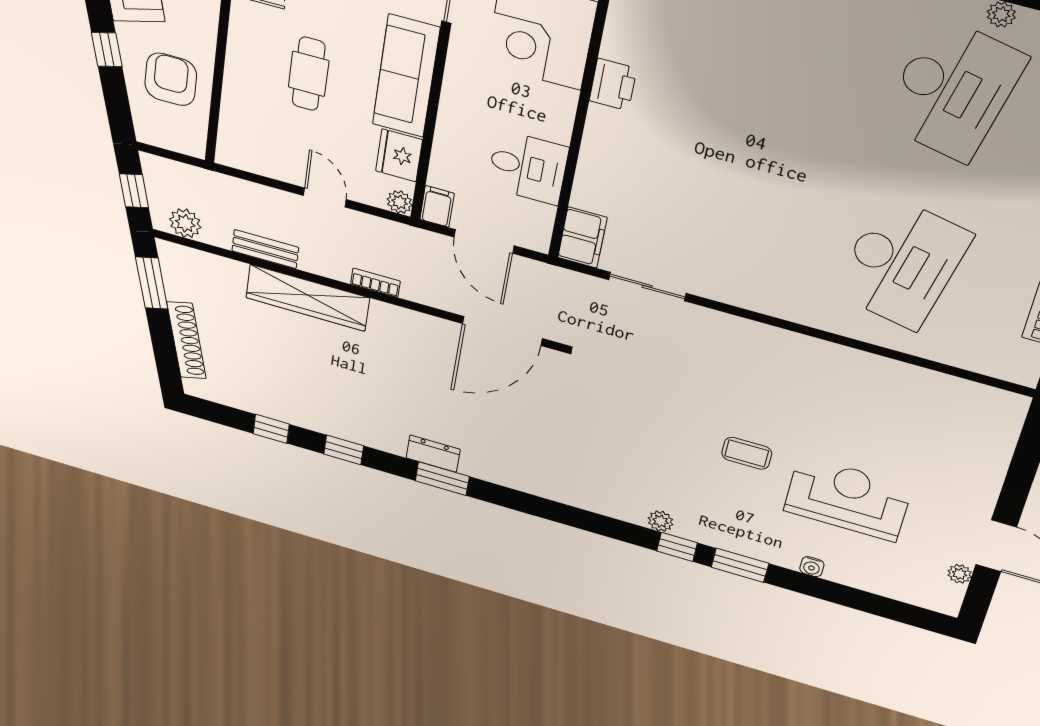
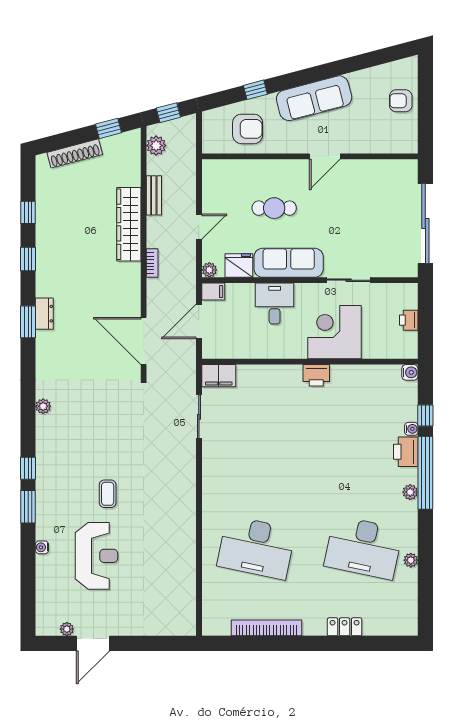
desk: (528, 167) -> (275, 304), moved, turned 180
window: (152, 283) -> (108, 128), width x0.67
plant: (661, 521) -> (43, 406), moved

